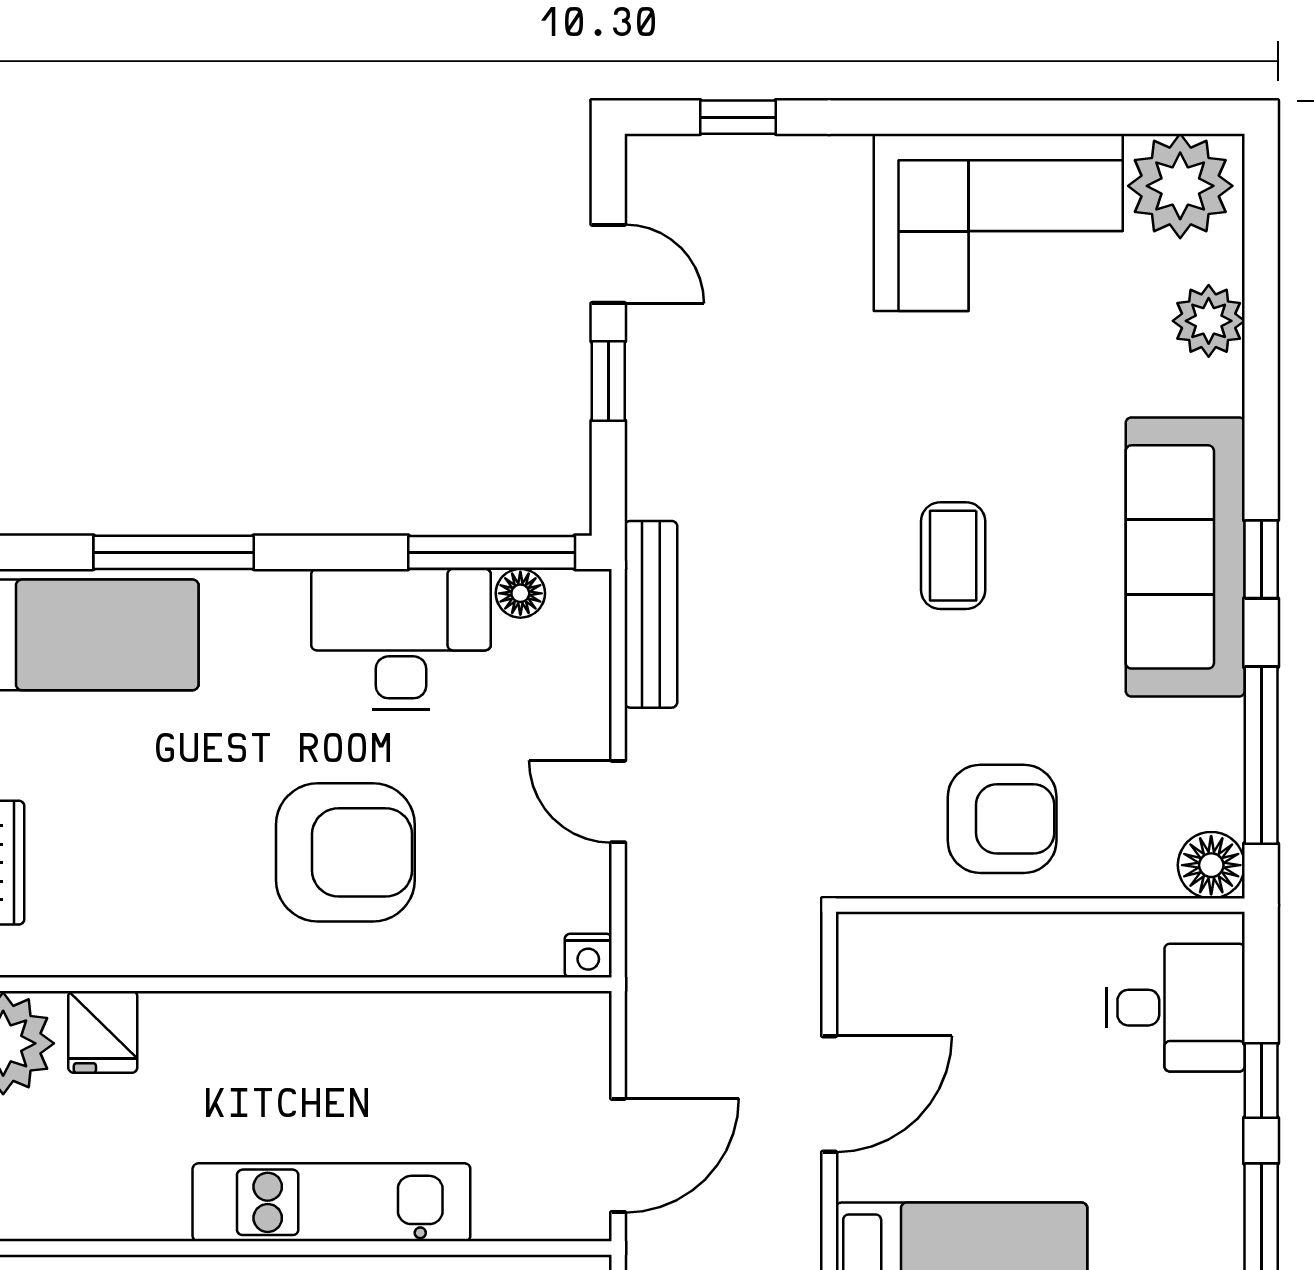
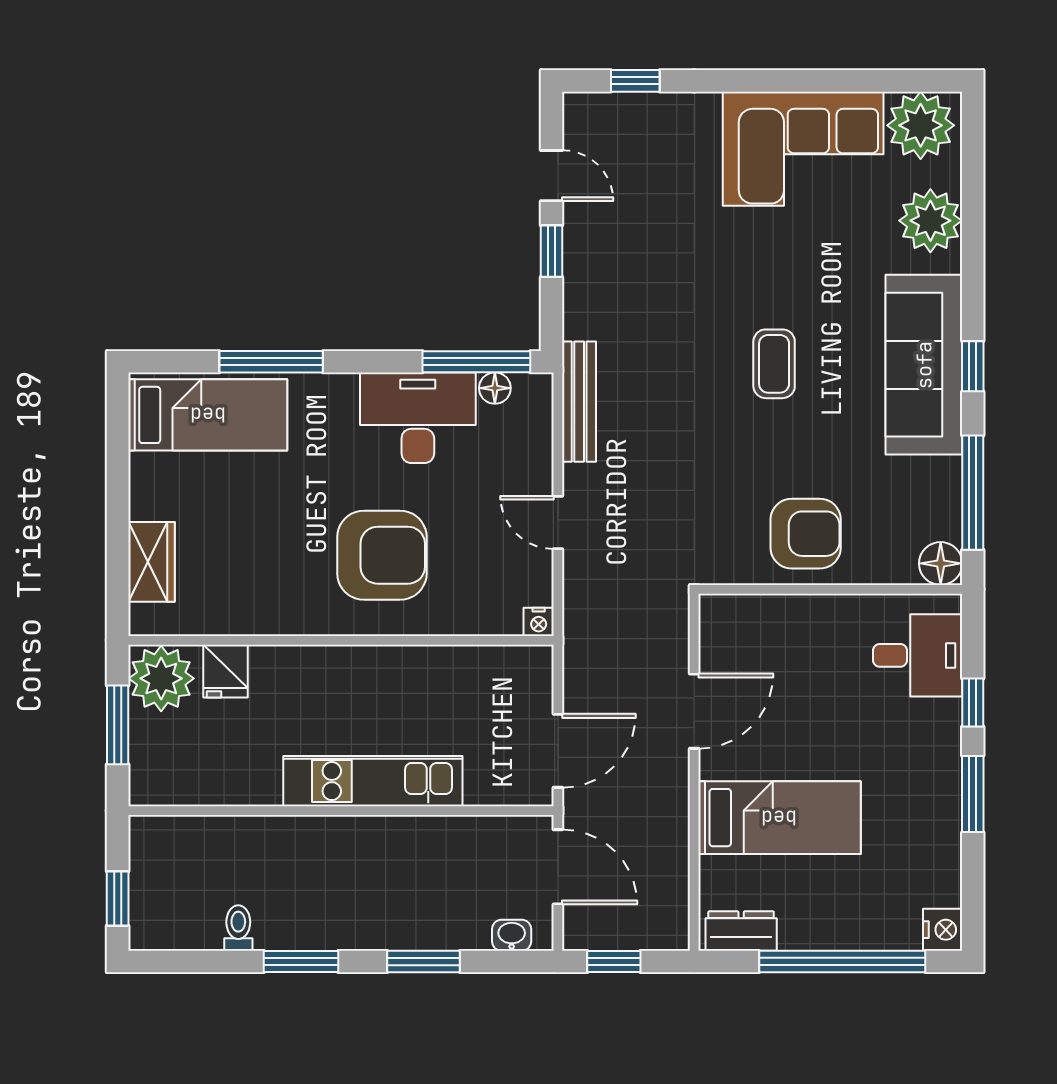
plant: (1209, 321) -> (930, 221), width x1.36, depth x1.36

